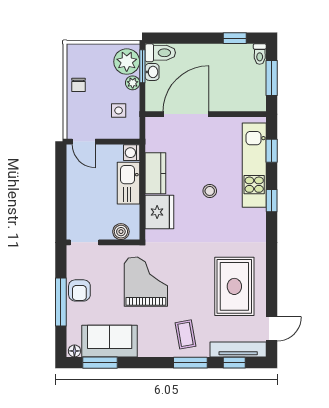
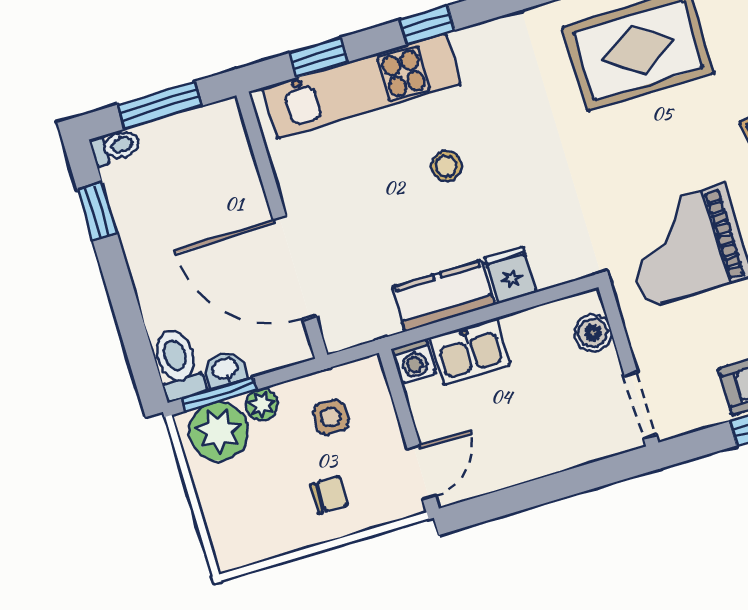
chair: (78, 85) -> (329, 495), moved
kitchen sink: (129, 183) -> (470, 352), width x0.73
fridge: (159, 212) -> (510, 275), width x0.53, depth x0.75

